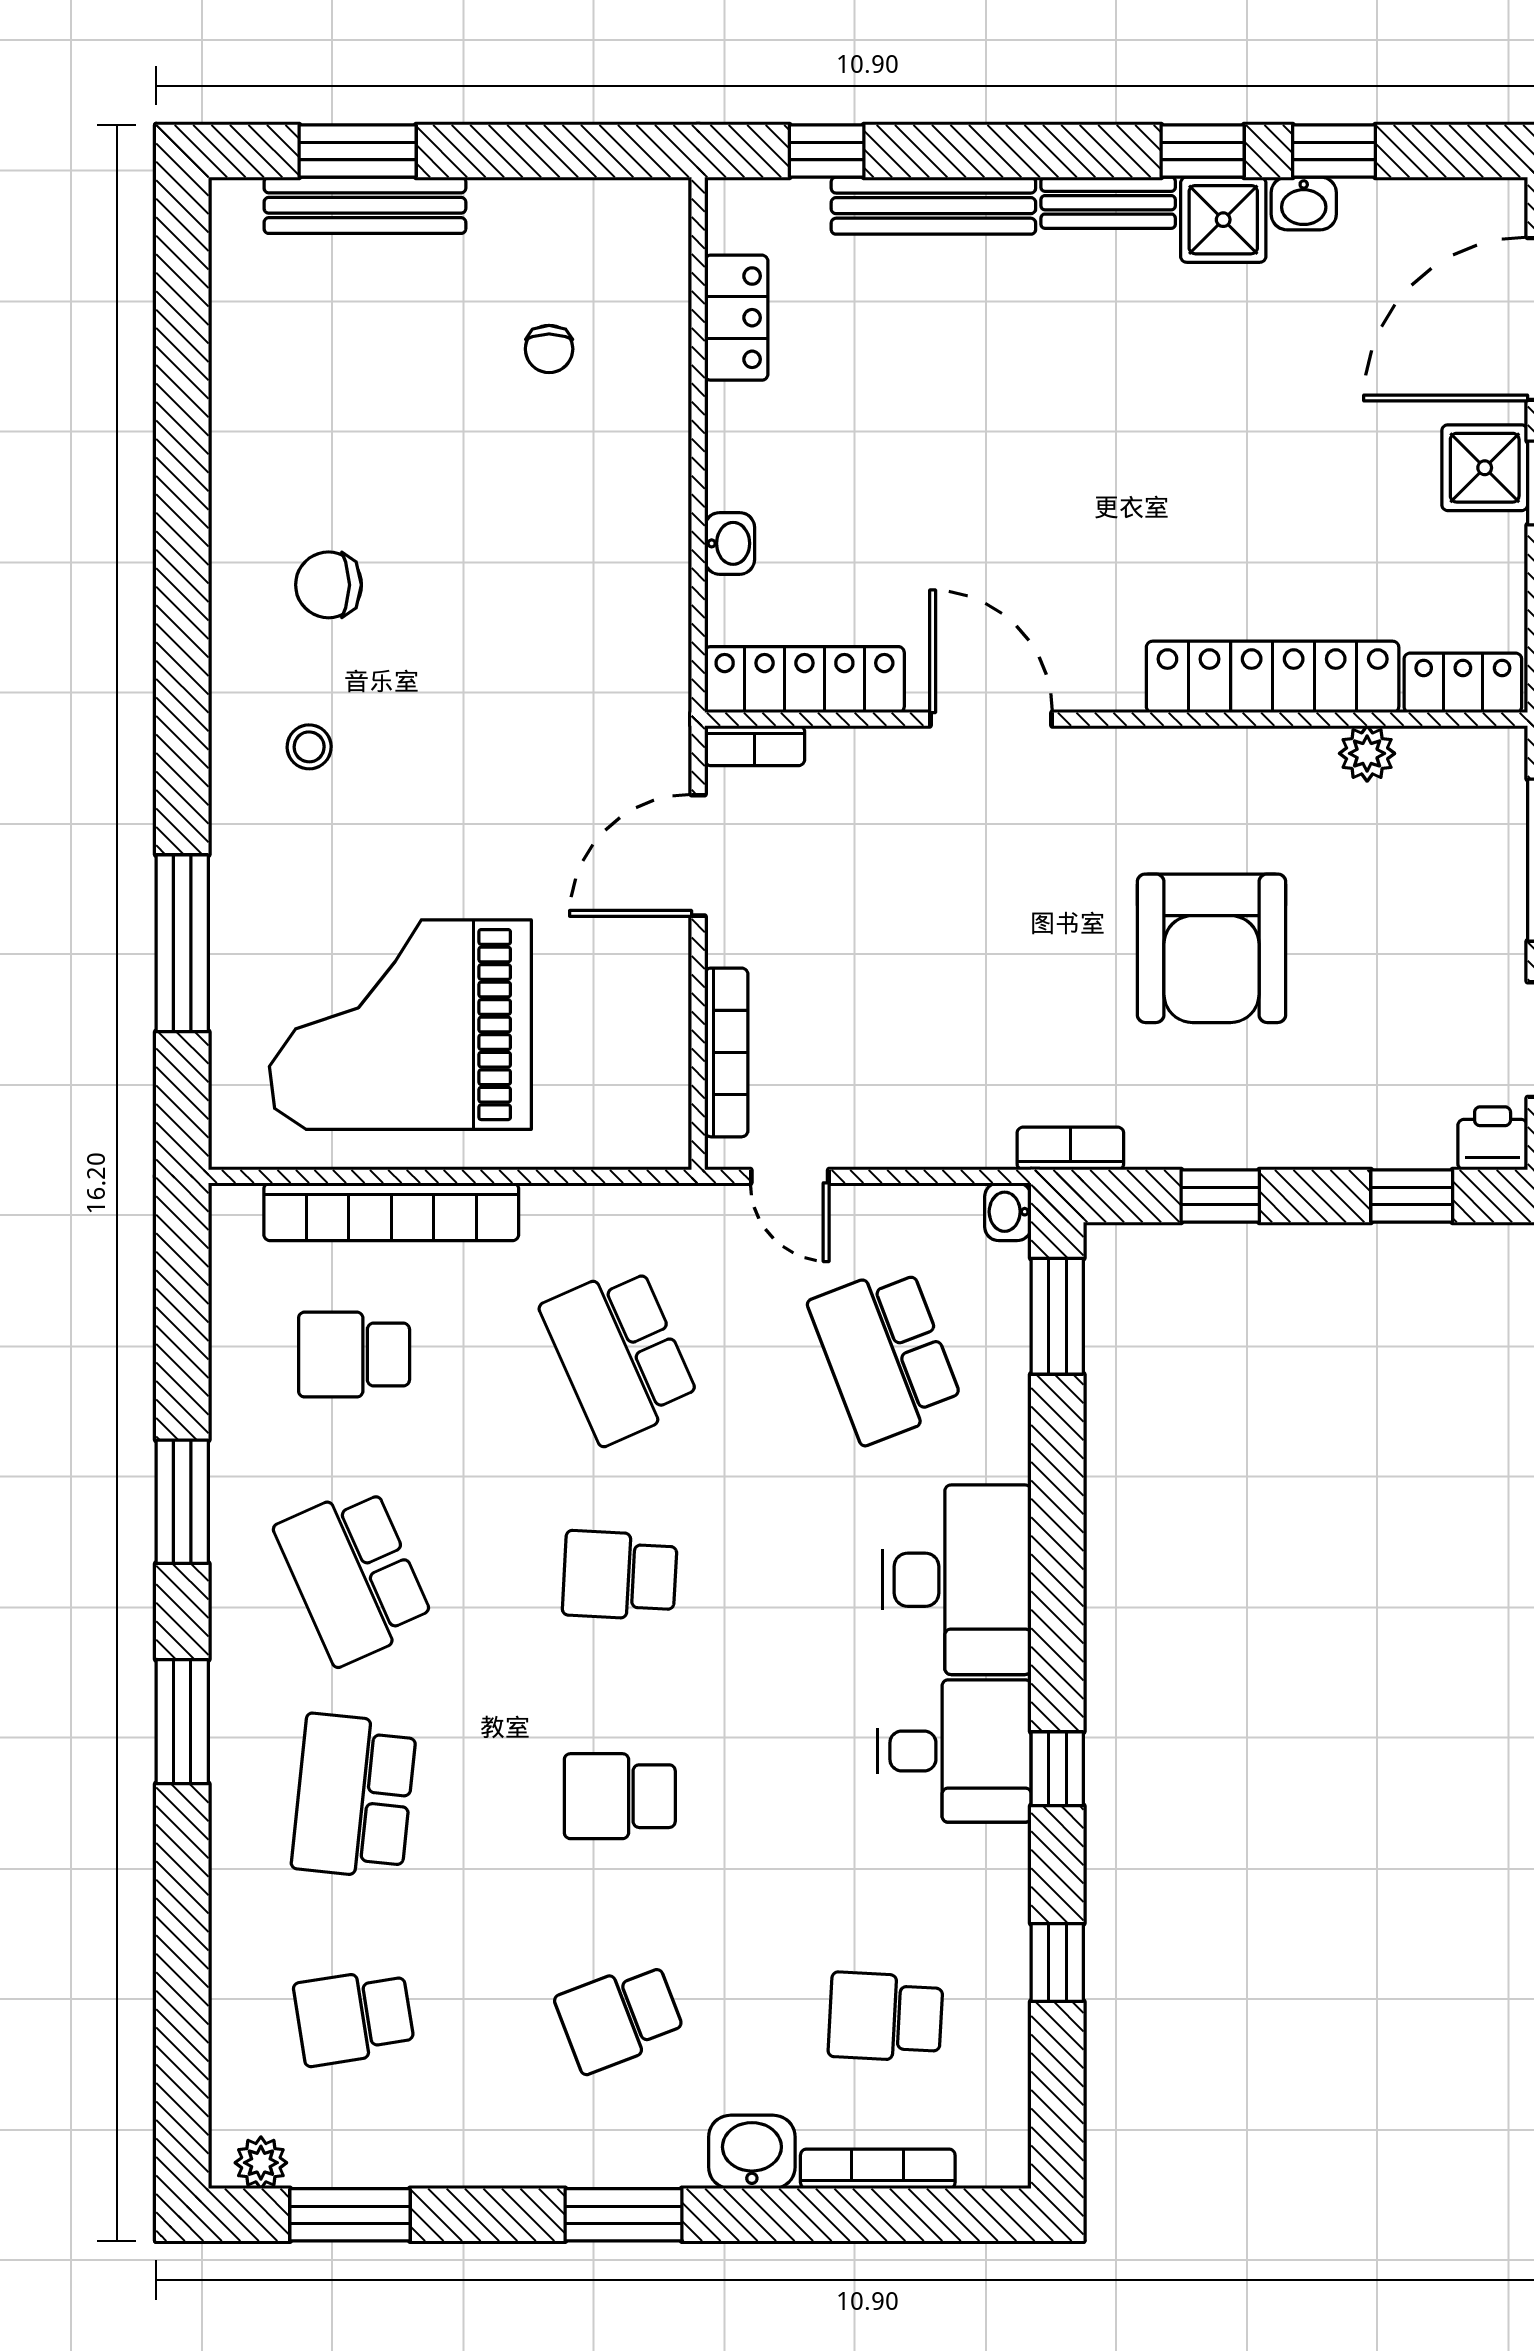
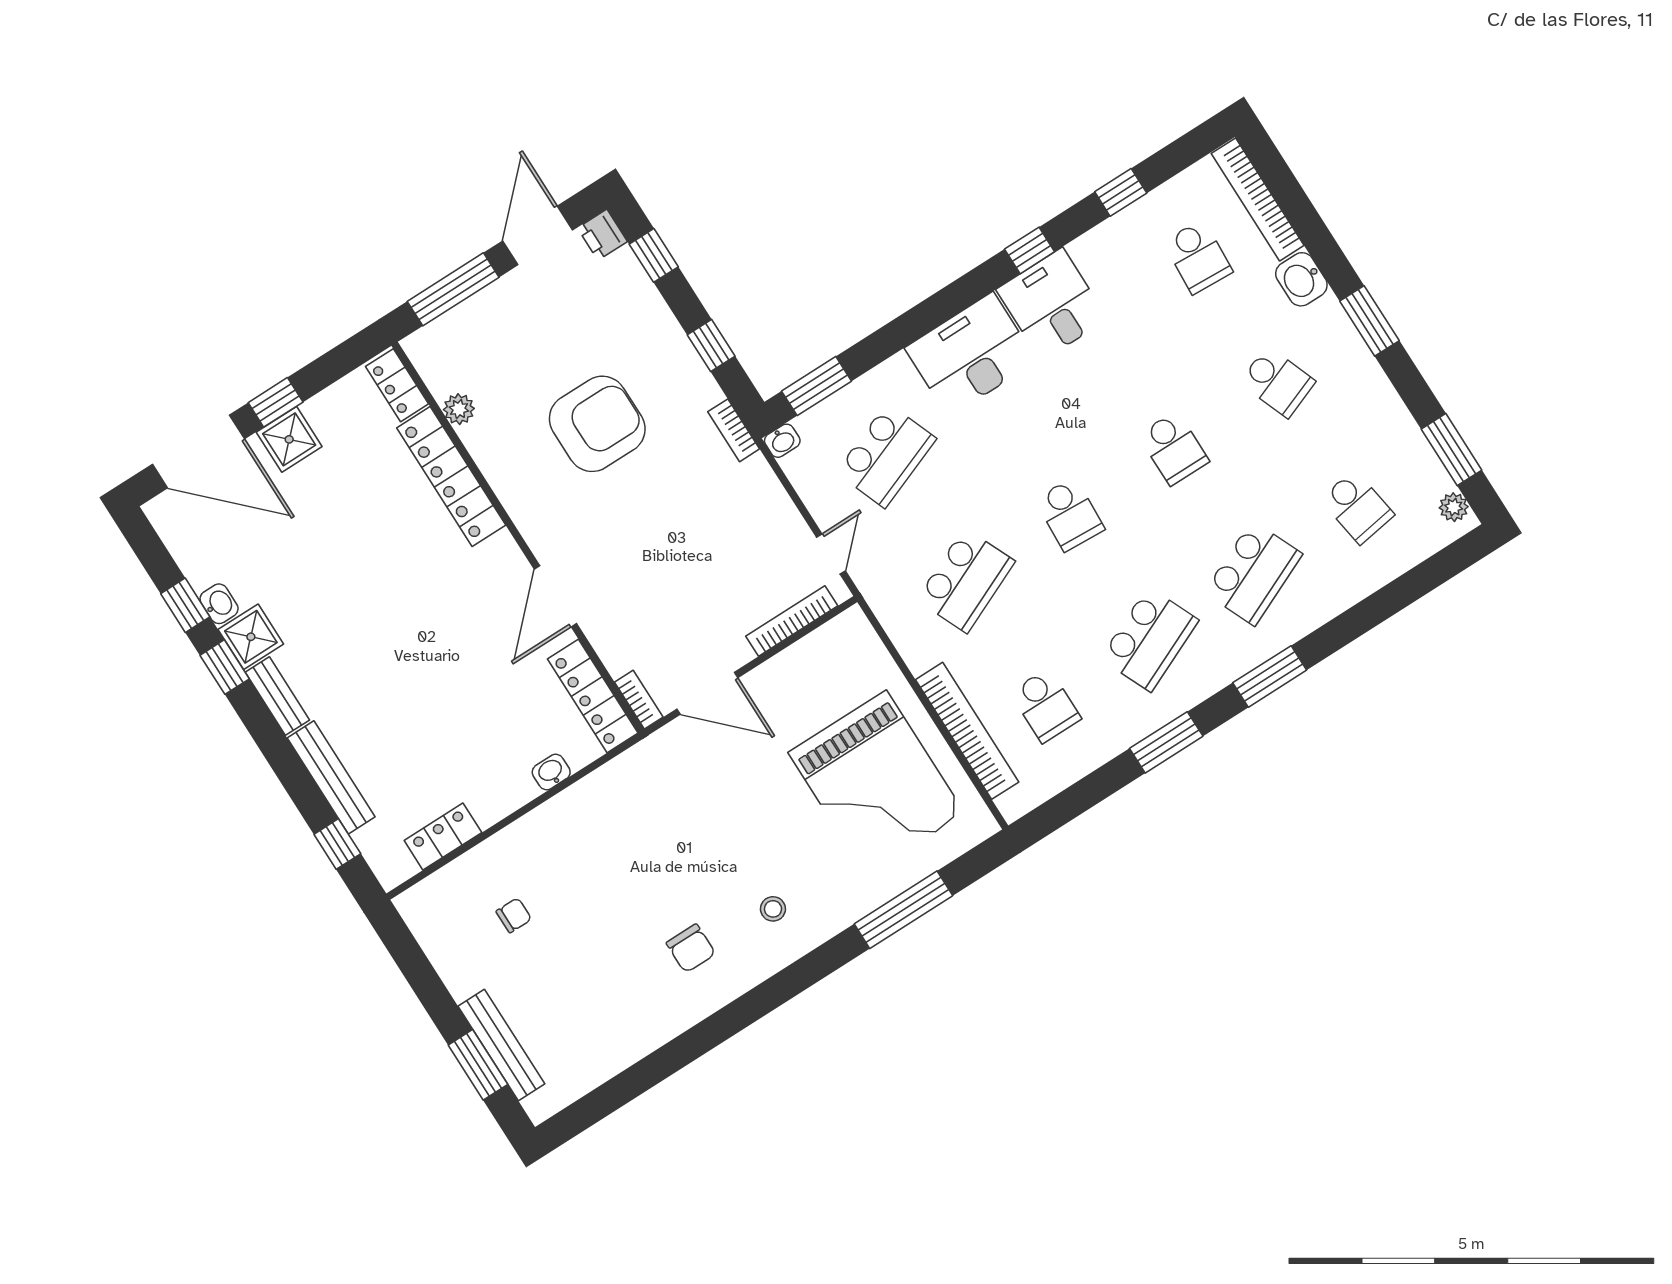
school desk: (354, 1796) -> (1253, 573), turned -30
bookcase: (878, 2169) -> (1258, 199), width x1.48, depth x1.31

